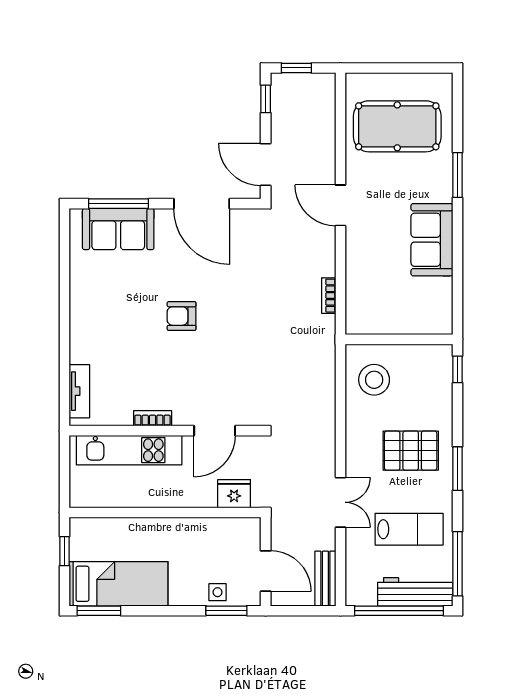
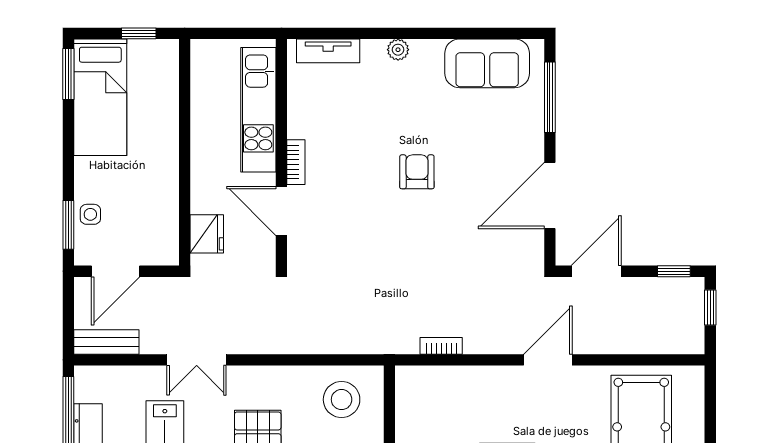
sofa: (118, 229) -> (487, 63), moved, turned -90
plant: (78, 332) -> (398, 50), added
bookcase: (153, 418) -> (296, 162), moved

